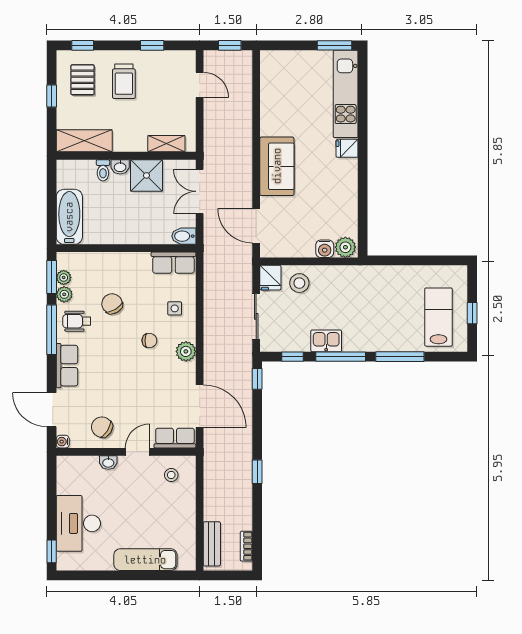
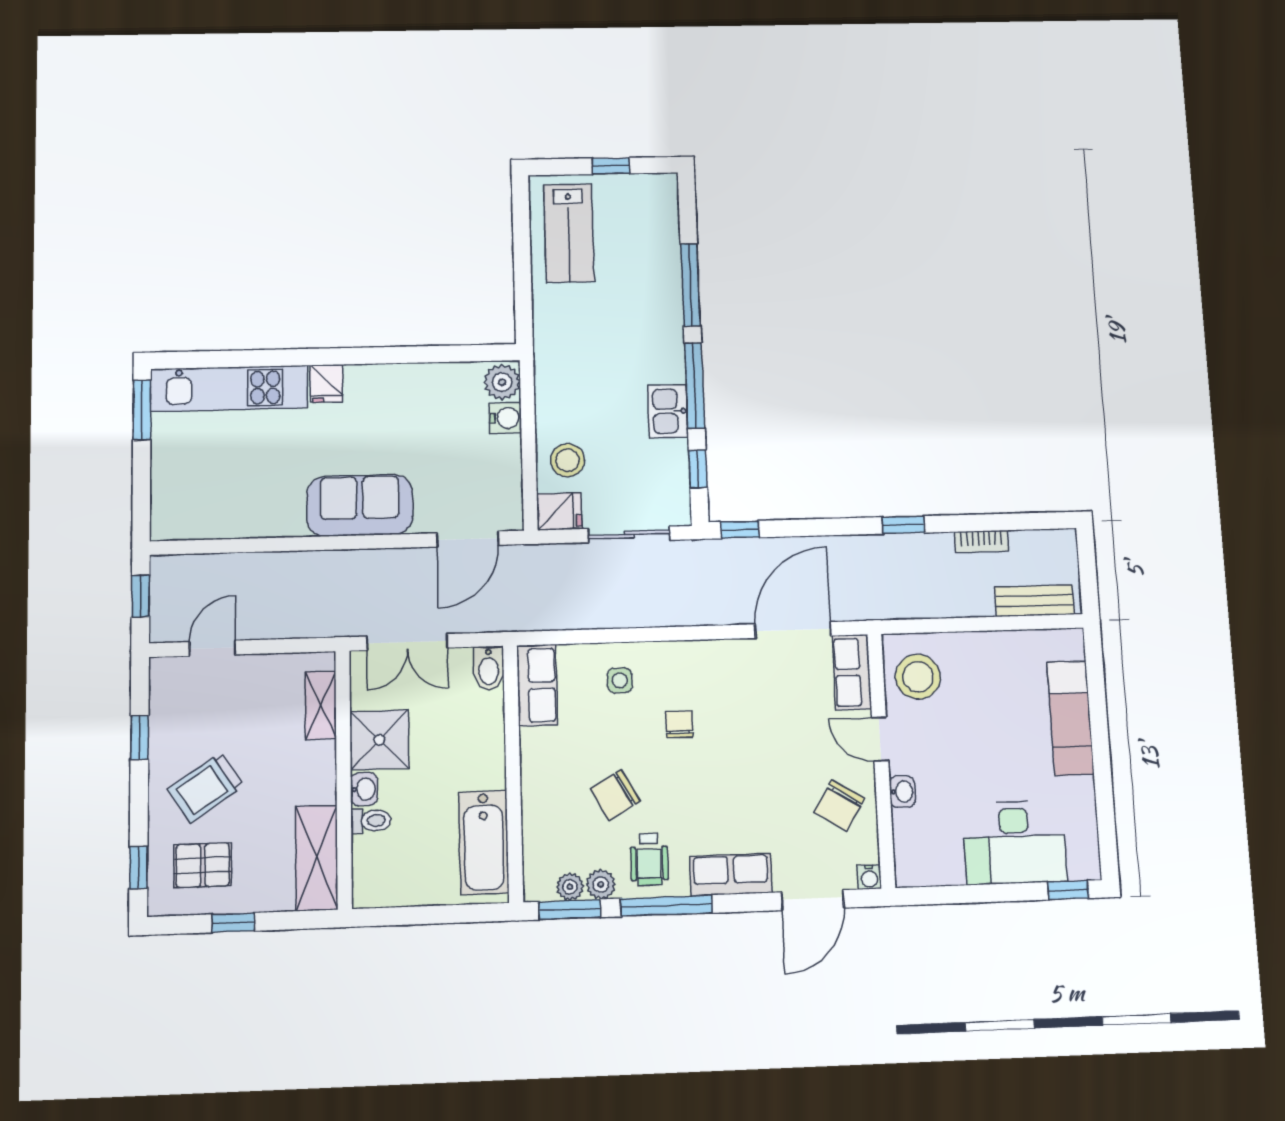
trolley: (124, 81) -> (206, 788), turned 146
bathtub: (69, 217) -> (484, 843), moved, turned -90
lab bench: (438, 317) -> (569, 233), moved, turned -90
plant: (186, 351) -> (696, 658), removed
stool: (171, 475) -> (918, 677), width x1.89, depth x1.89
bookcase: (246, 546) -> (981, 541), moved

